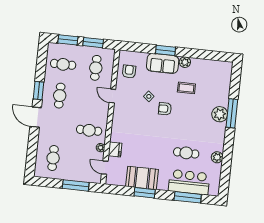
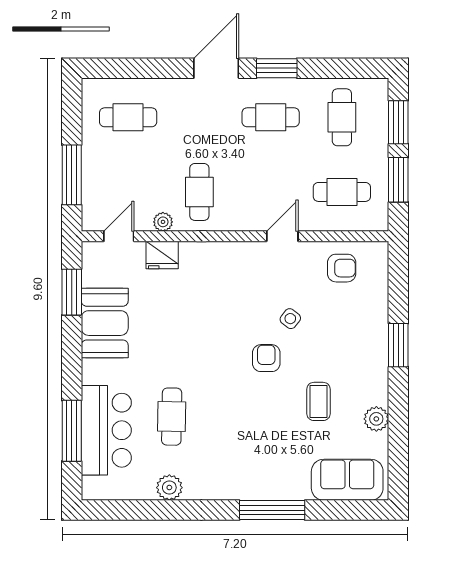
plant: (185, 62) -> (376, 419), moved
sofa: (163, 63) -> (347, 480), moved, turned 90
plant: (220, 114) -> (267, 483), removed
window: (145, 193) -> (72, 292), moved

